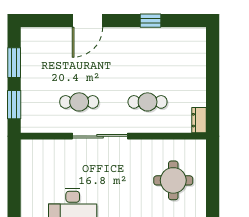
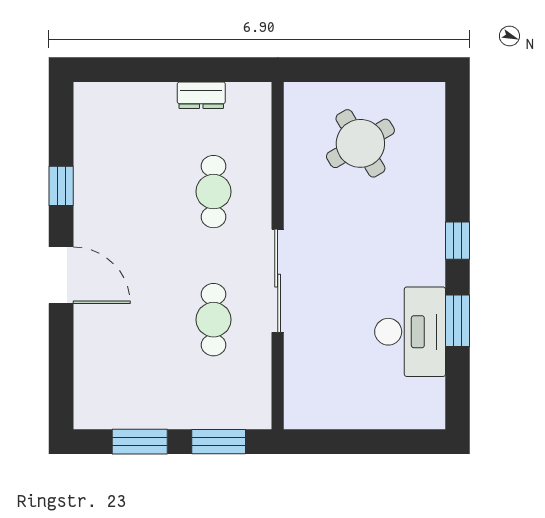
door: (87, 21) -> (61, 275), moved
dresser: (199, 120) -> (201, 95), moved
round table: (173, 180) -> (360, 143), turned -31

